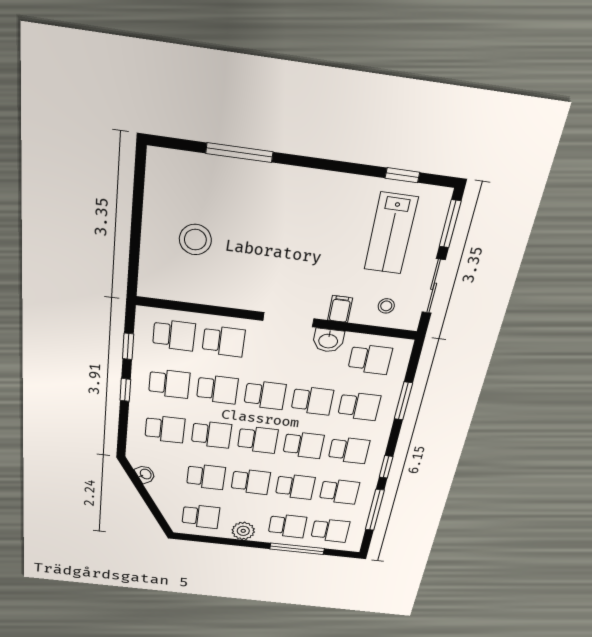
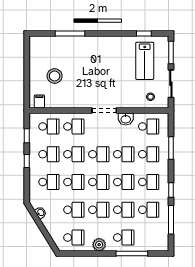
filing cabinet: (340, 309) -> (39, 101), moved
school desk: (330, 530) -> (149, 238), removed

